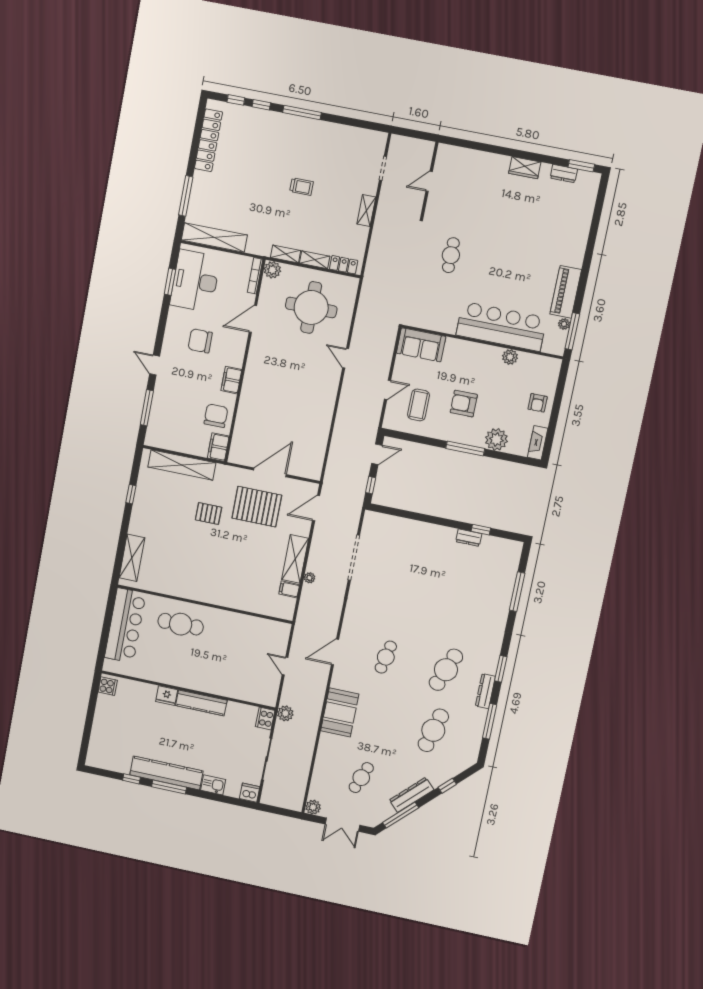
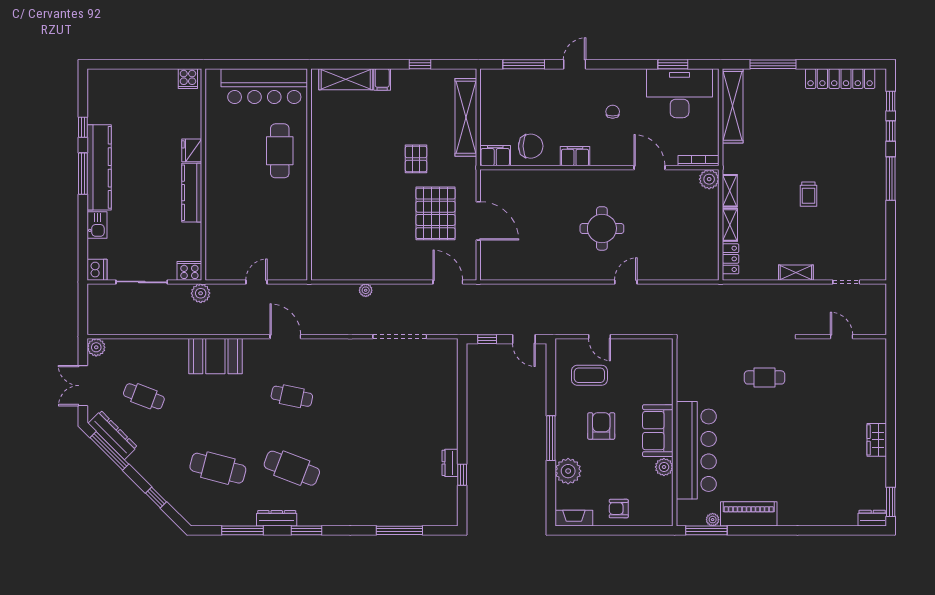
dresser: (564, 174) -> (872, 518), moved, turned 90
round table: (311, 307) -> (602, 228), moved, width x0.73, depth x0.73
chair: (200, 341) -> (613, 112), width x0.54, depth x0.54
sofa: (421, 345) -> (658, 431), moved
shelving: (295, 559) -> (384, 269), removed
filing cabinet: (289, 589) -> (382, 79), moved, turned 180
dresser: (412, 795) -> (113, 435), moved

